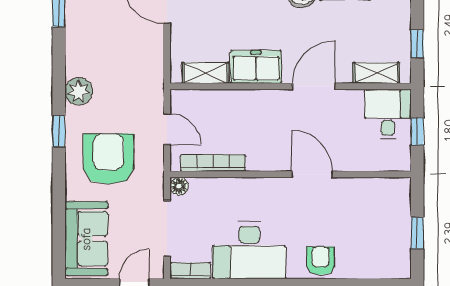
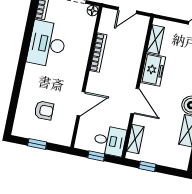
bookcase: (213, 163) -> (98, 53), moved
door: (312, 174) -> (81, 104), moved
armchair: (321, 261) -> (44, 110), moved

